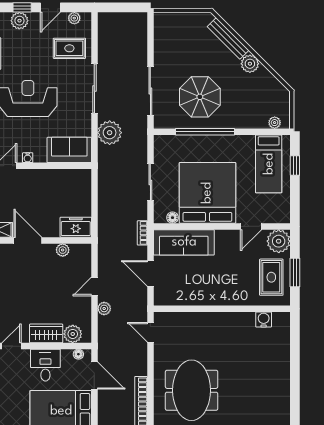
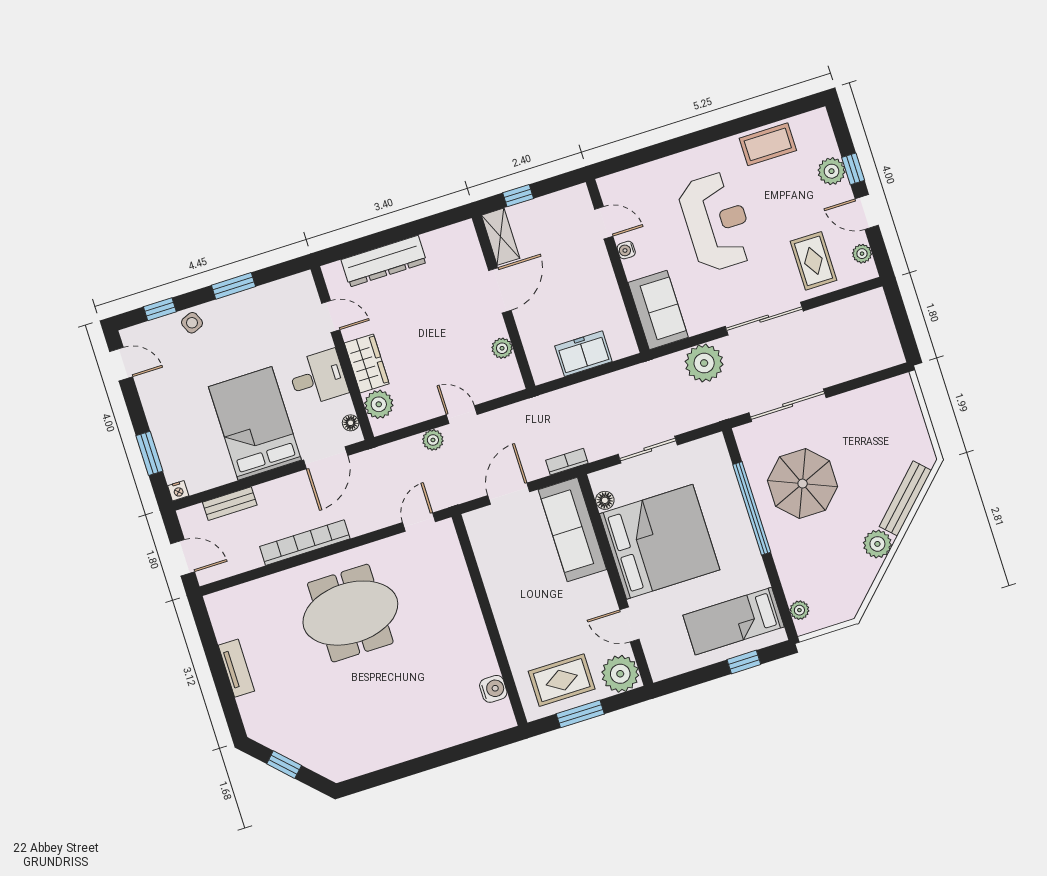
freezer: (76, 227) -> (583, 354), moved, turned -90

